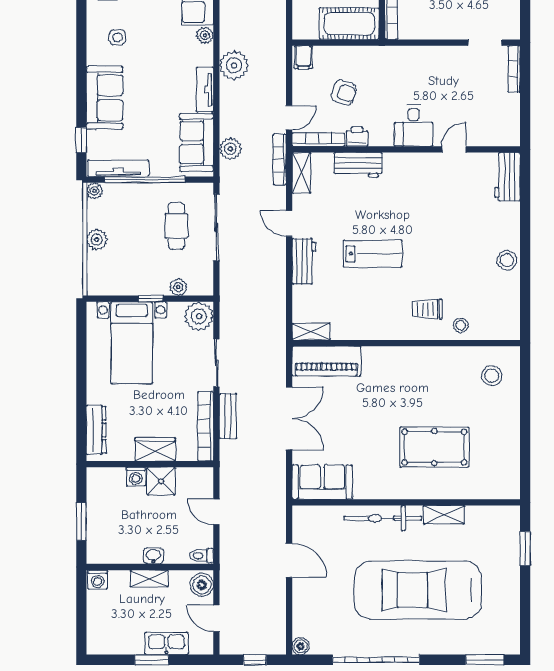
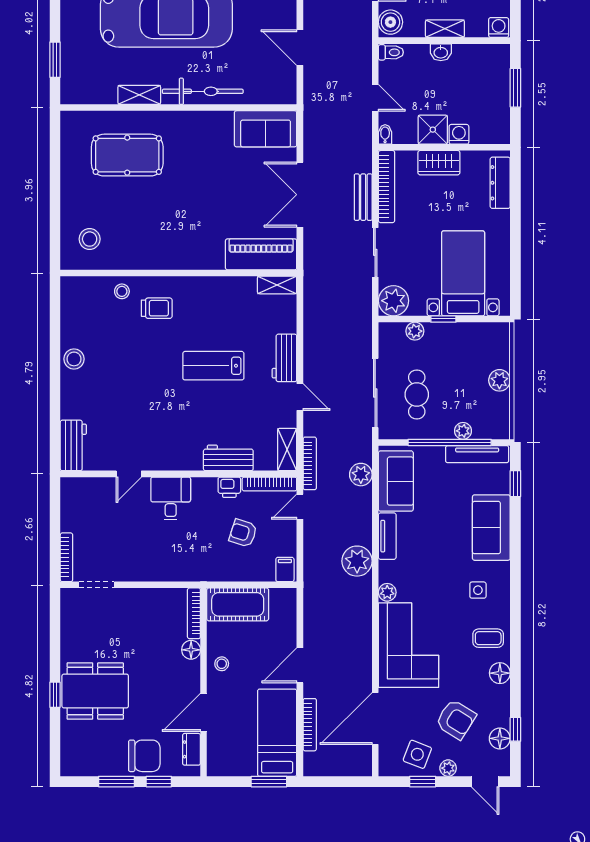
plant: (95, 191) -> (463, 431), moved
pool table: (434, 447) -> (127, 155), moved
bidet: (207, 477) -> (385, 134), added

